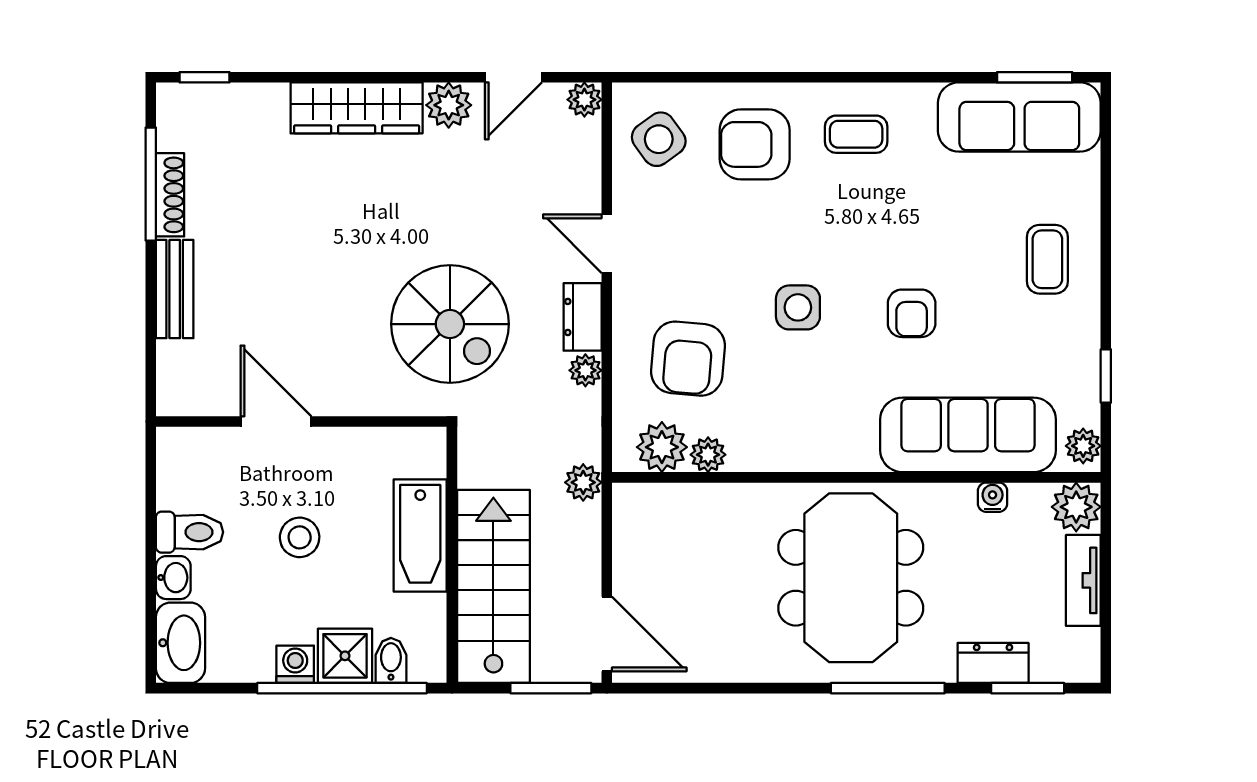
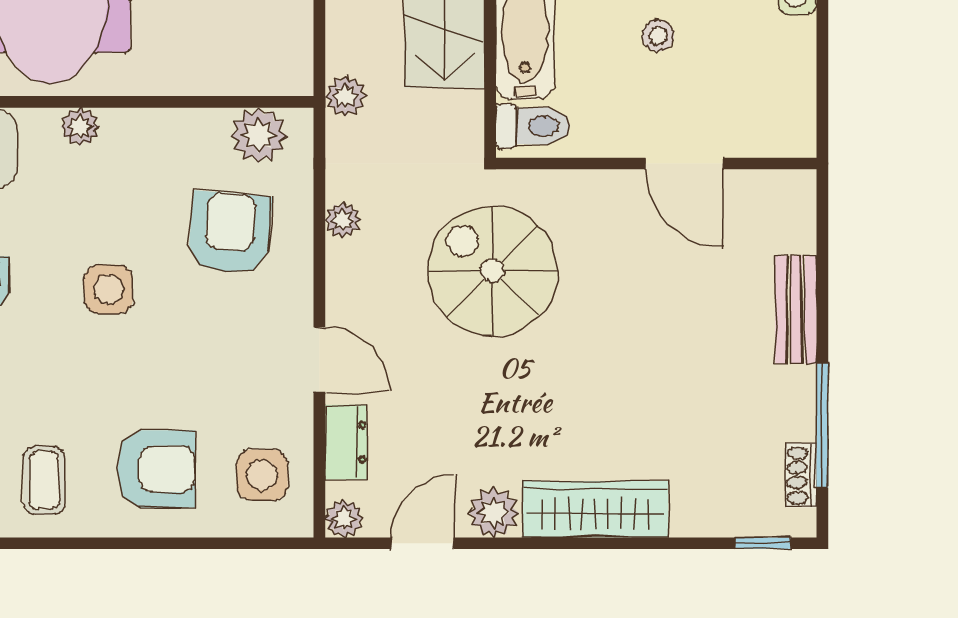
coffee table: (856, 134) -> (44, 480), turned 90
side table: (659, 139) -> (262, 475), turned 36
shoe rack: (170, 195) -> (801, 475), moved, width x0.70
dresser: (583, 317) -> (346, 442), moved
plant: (708, 455) -> (80, 127), moved
toilet: (190, 532) -> (533, 126), moved, turned 180
stool: (300, 537) -> (658, 36), width x0.73, depth x0.73

